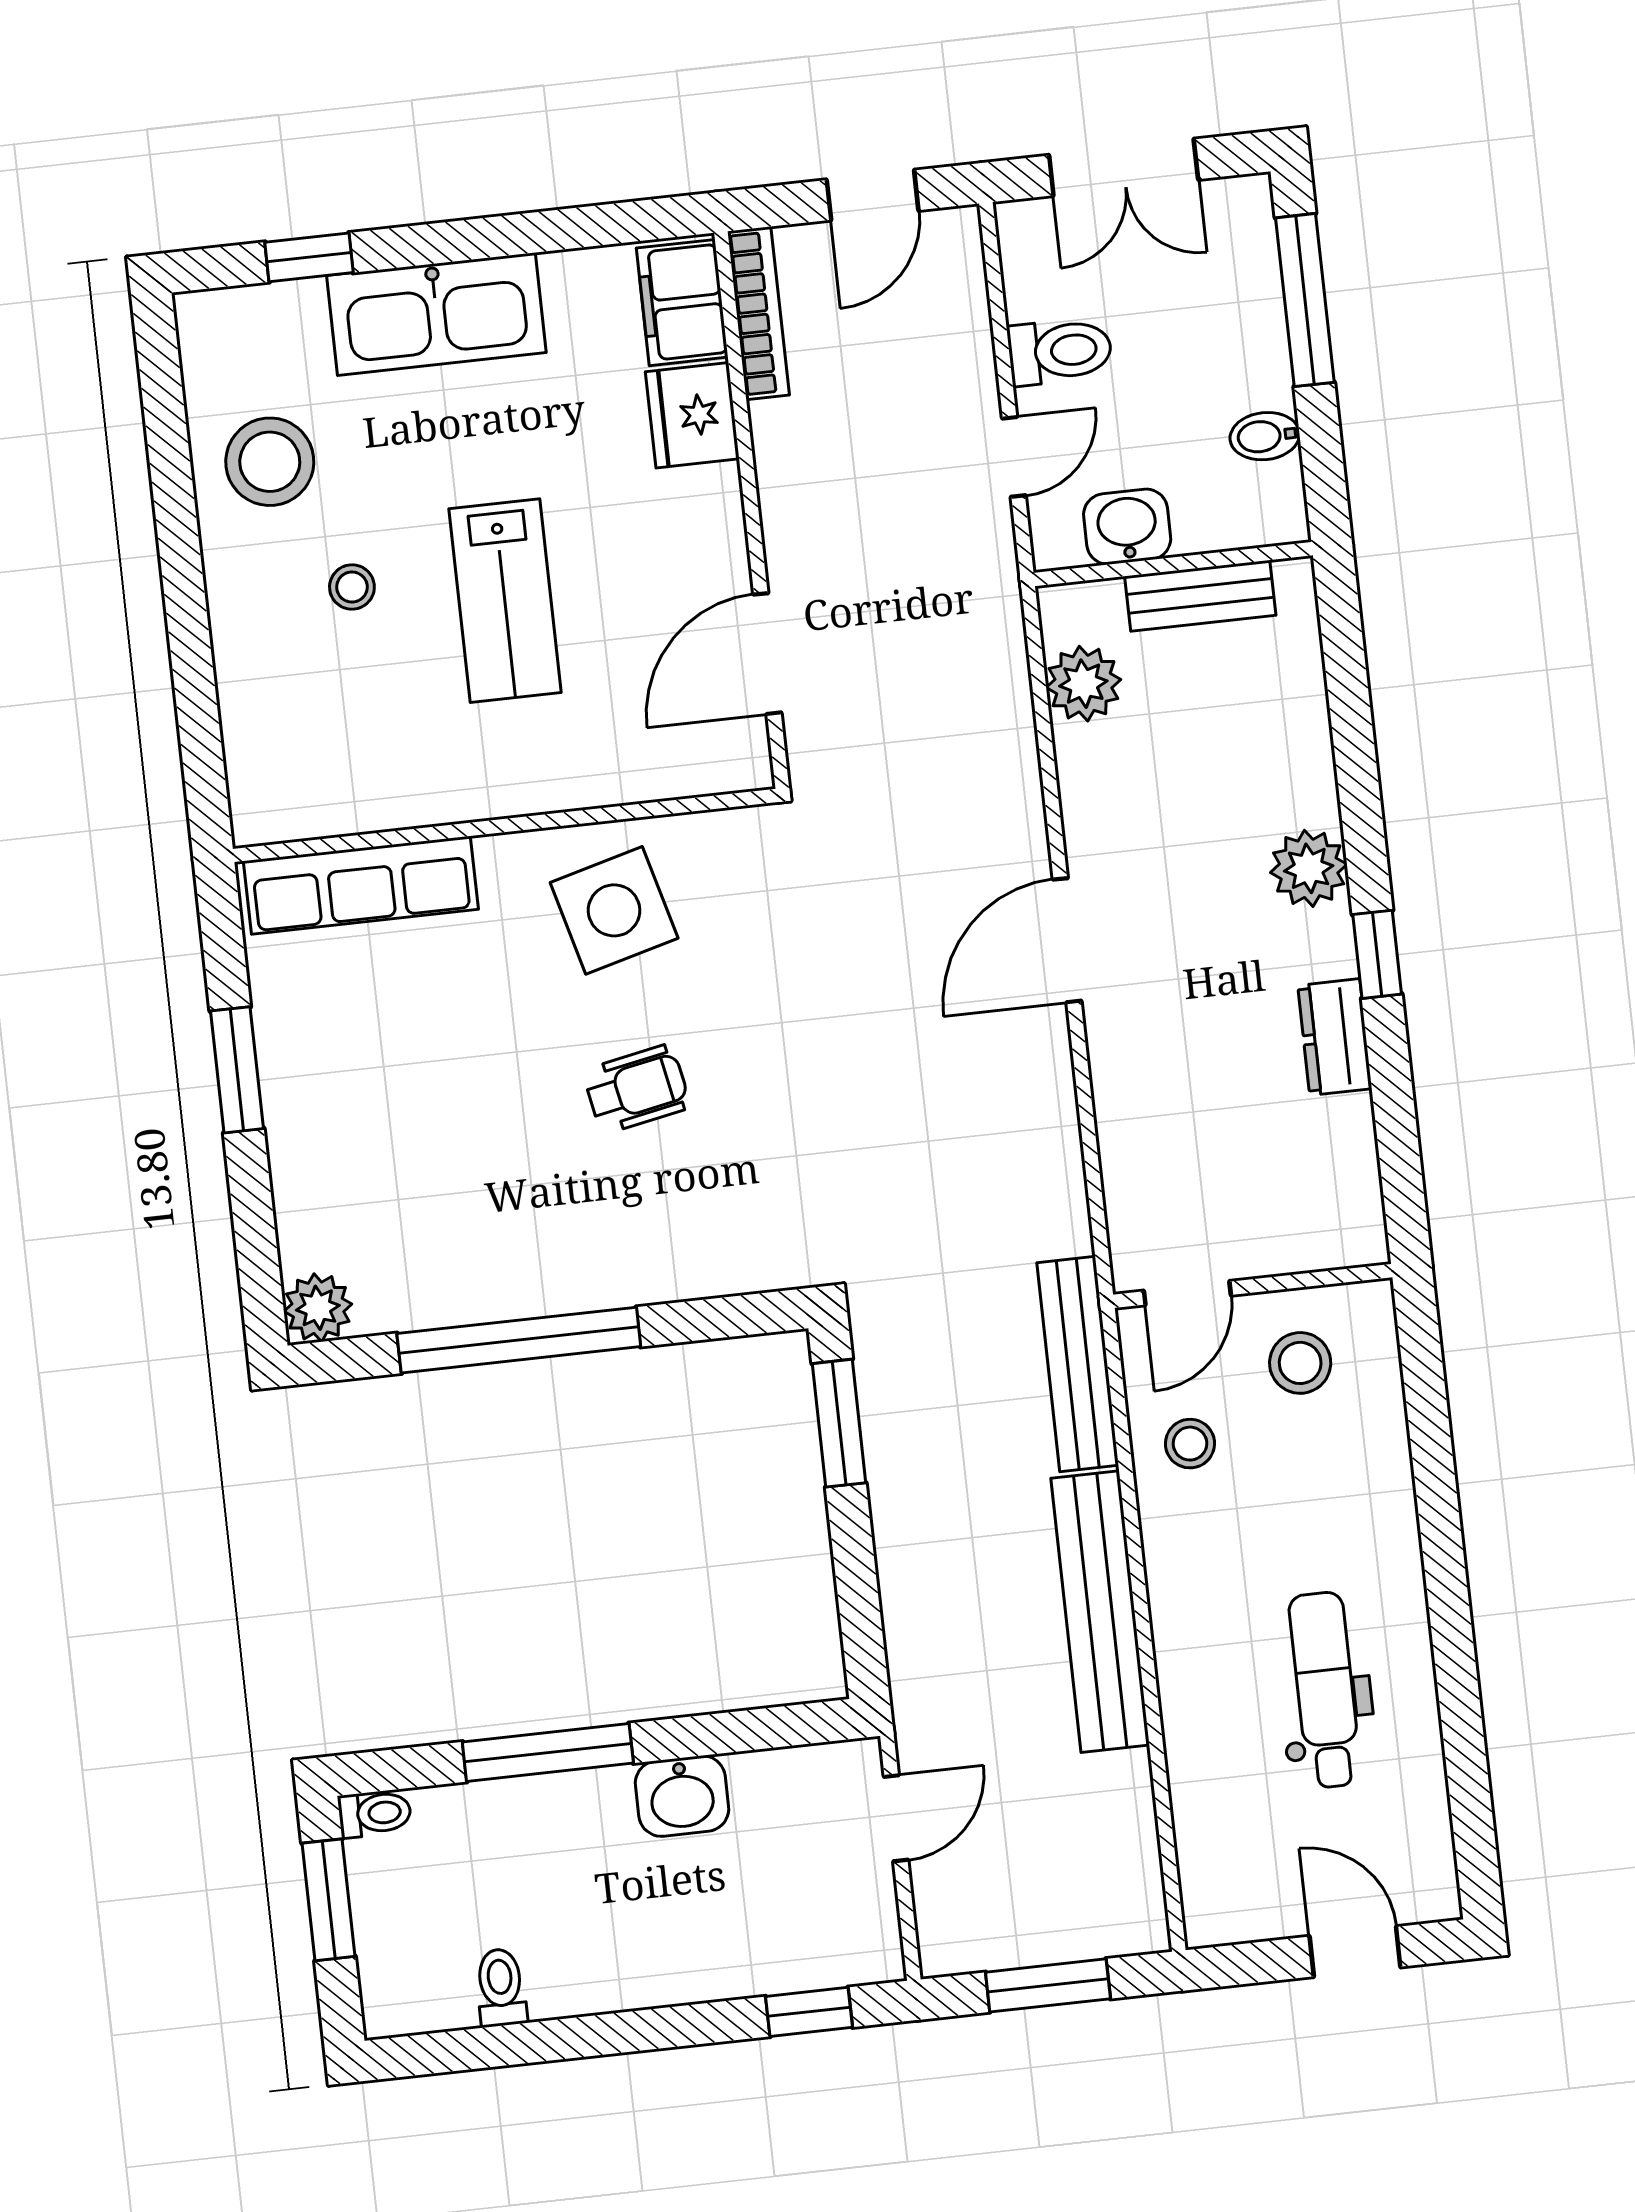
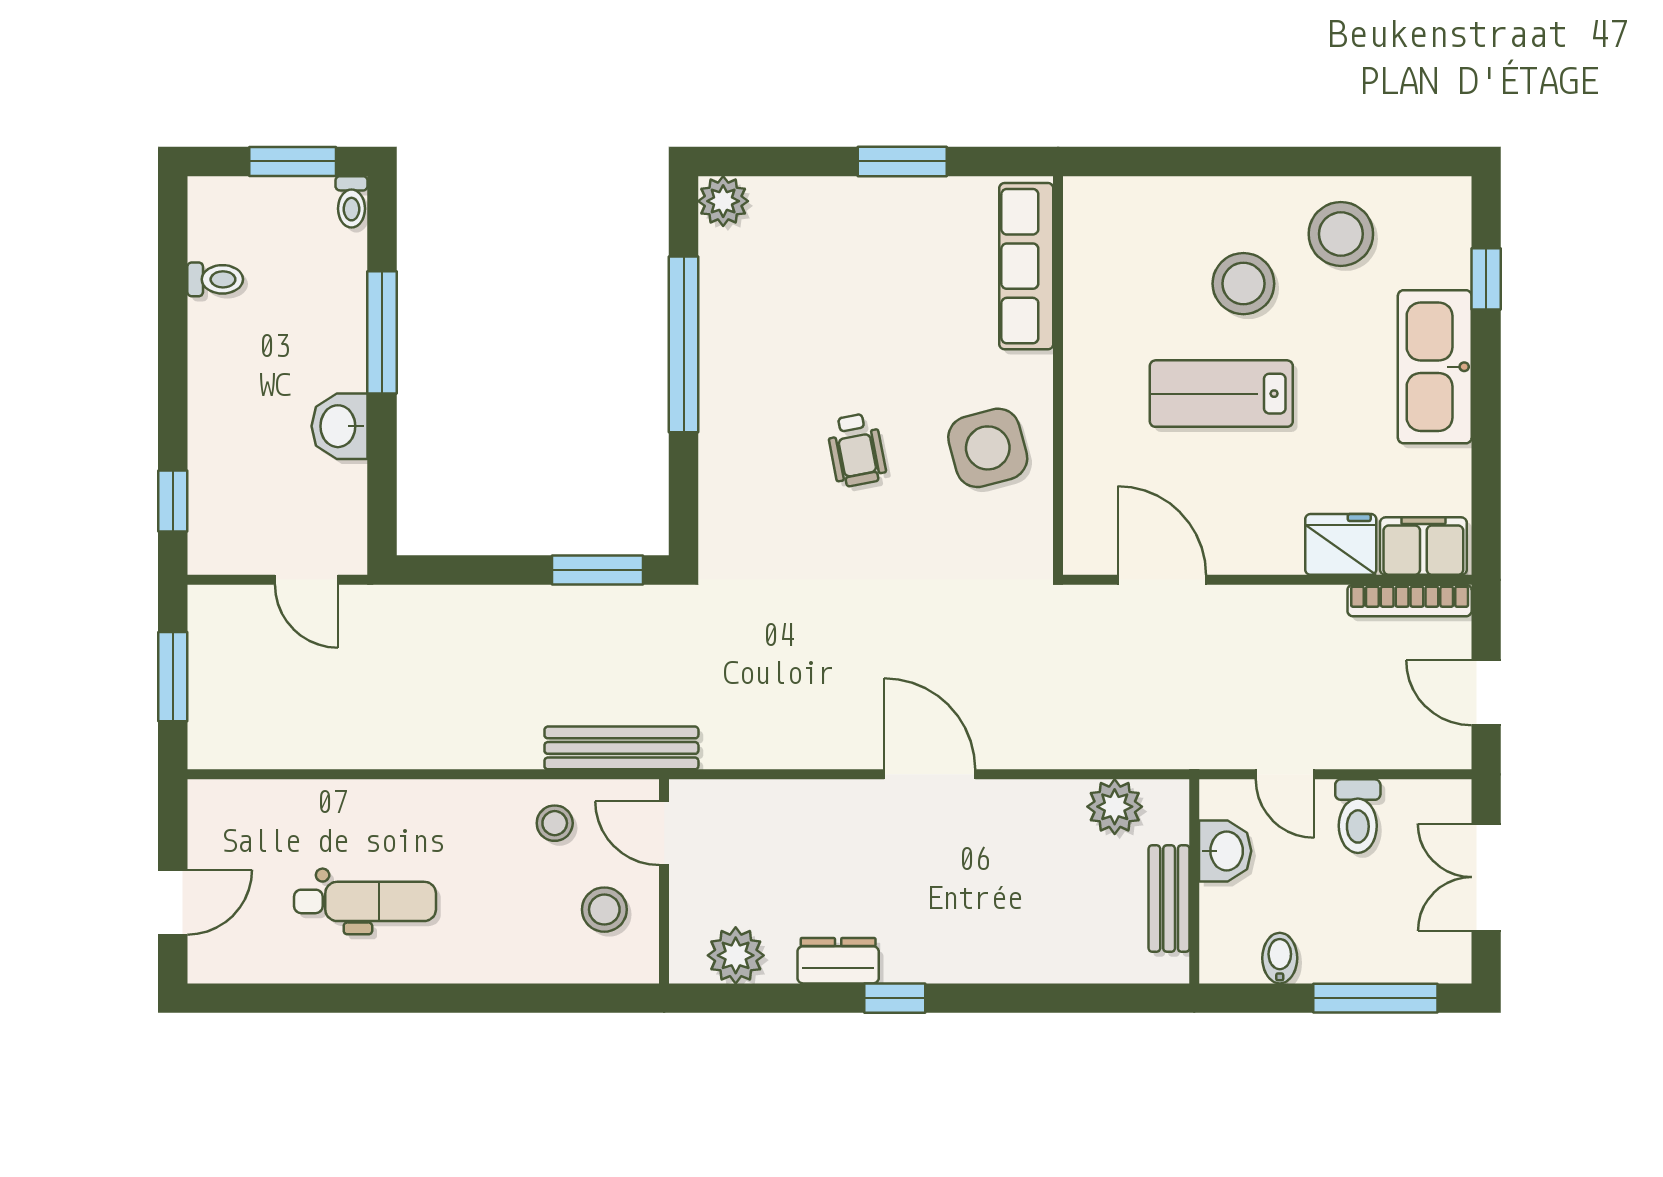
stool: (352, 587) -> (1243, 284), width x1.89, depth x1.89
plant: (1309, 868) -> (736, 955), moved
bench: (1100, 1612) -> (440, 744), removed

